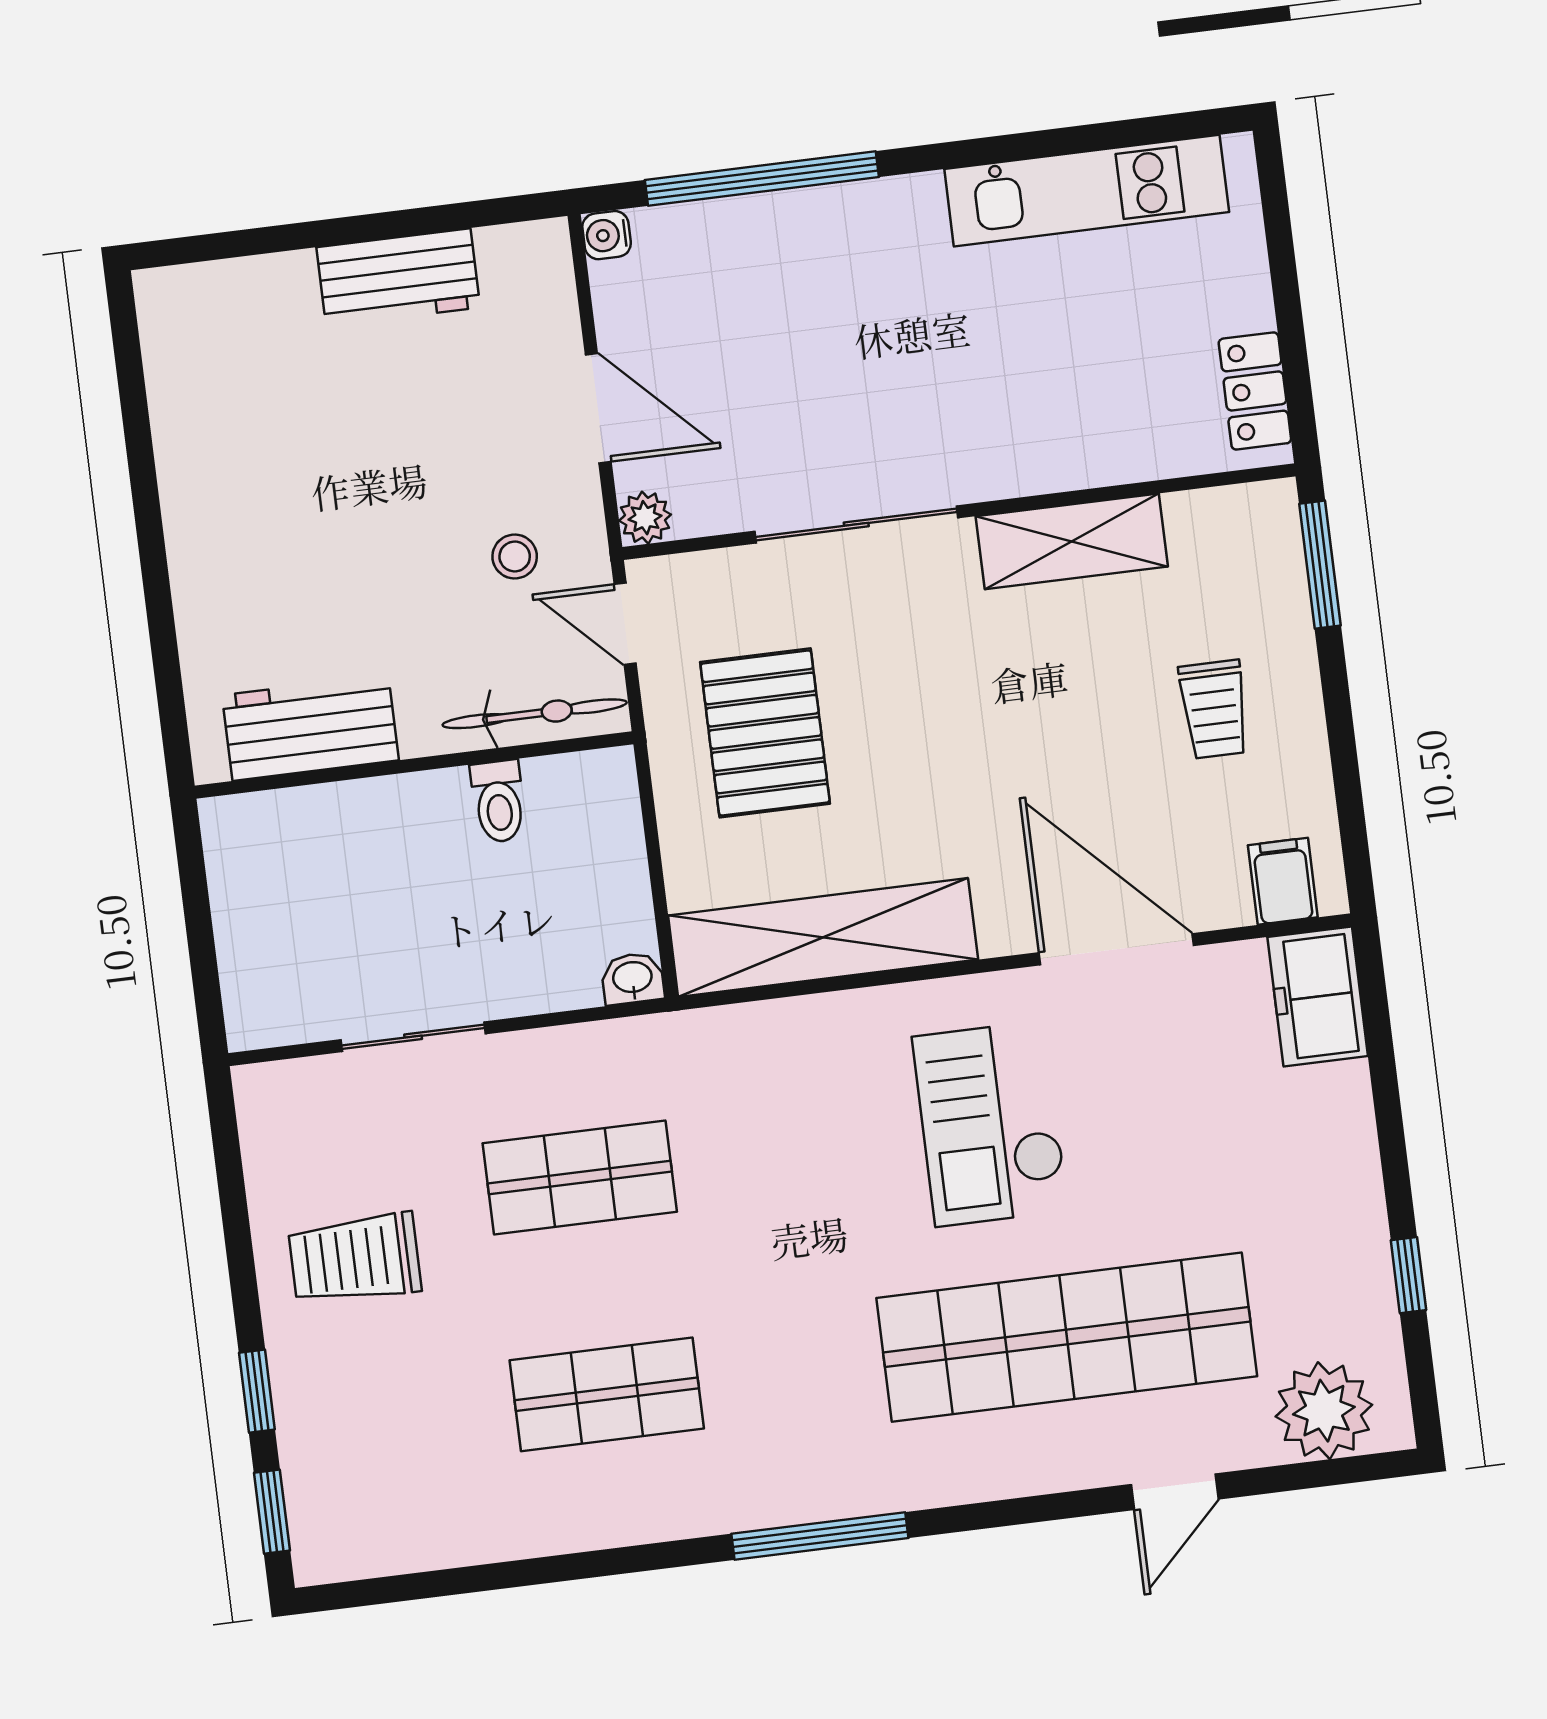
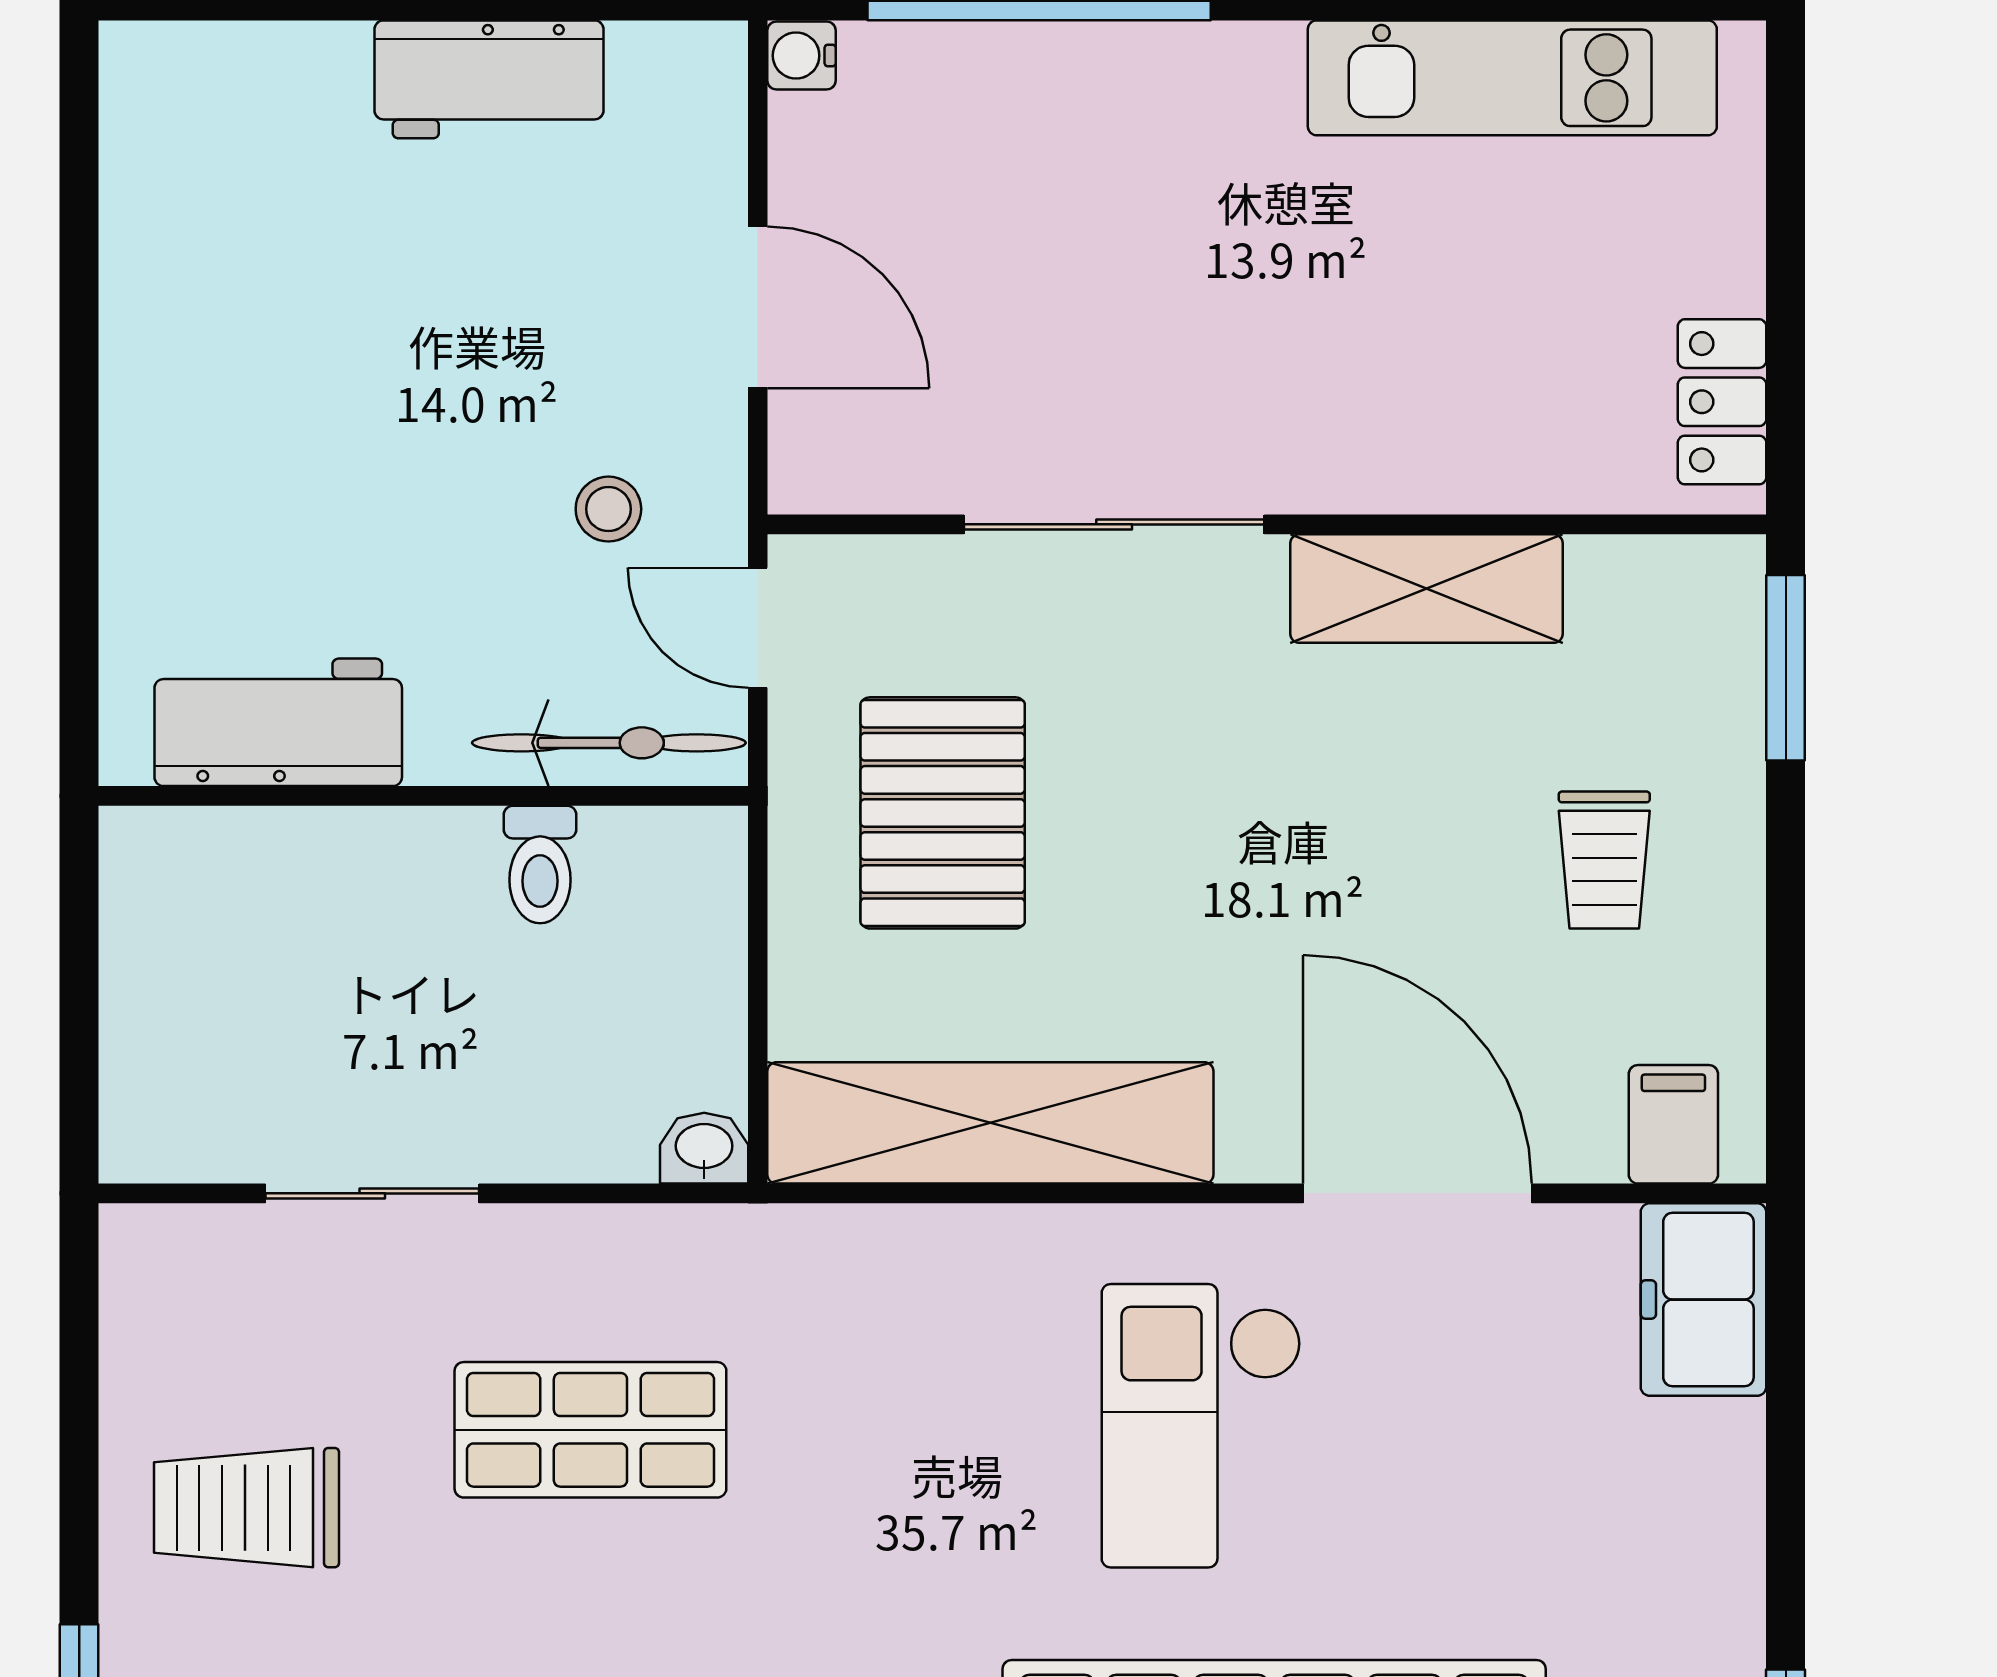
plant: (645, 518) -> (806, 476), removed

